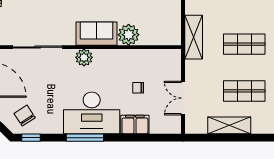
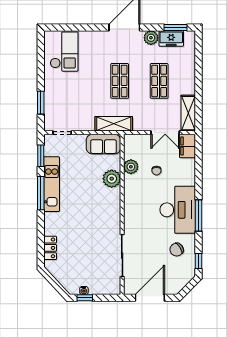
sofa: (97, 34) -> (103, 144), moved, turned -90
plant: (84, 57) -> (131, 167), moved
chair: (25, 116) -> (177, 250), moved
filing cabinet: (135, 125) -> (188, 146), moved
shelving: (229, 125) -> (188, 113), moved

